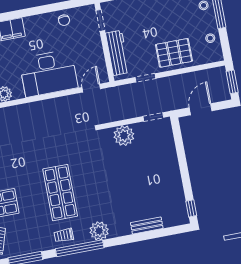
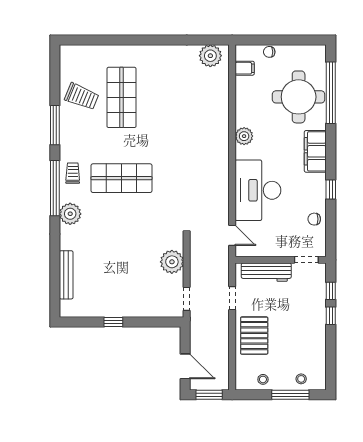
window: (36, 11) -> (331, 190), added
door: (201, 109) -> (185, 366), moved
window: (191, 208) -> (113, 322), moved
bench: (147, 226) -> (66, 275), width x1.36

